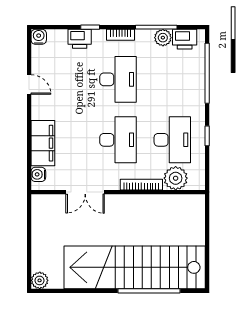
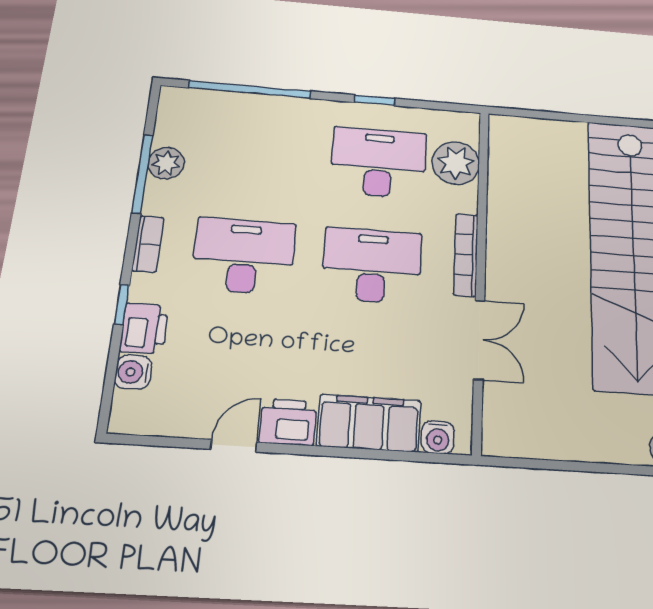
water cooler: (39, 37) -> (133, 372), moved
printer: (185, 39) -> (288, 422), moved, turned -90
bookcase: (141, 185) -> (466, 255), moved

